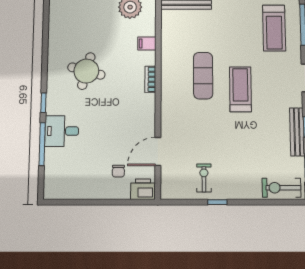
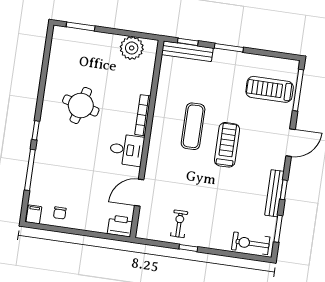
treadmill: (274, 28) -> (270, 89), turned 90
filing cabinet: (147, 44) -> (34, 214), moved, turned 90
bookcase: (150, 79) -> (143, 115), width x1.56
desk: (62, 131) -> (127, 150), moved, turned 180
chair: (118, 171) -> (60, 213), moved

